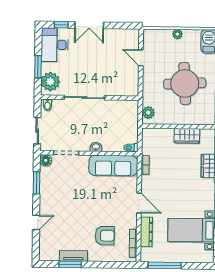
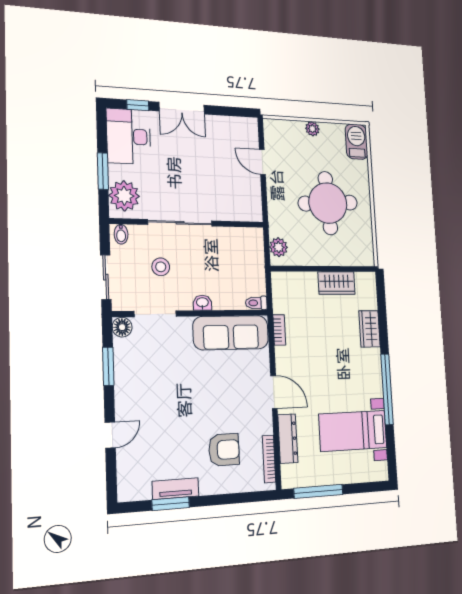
stool: (71, 125) -> (161, 267), added

